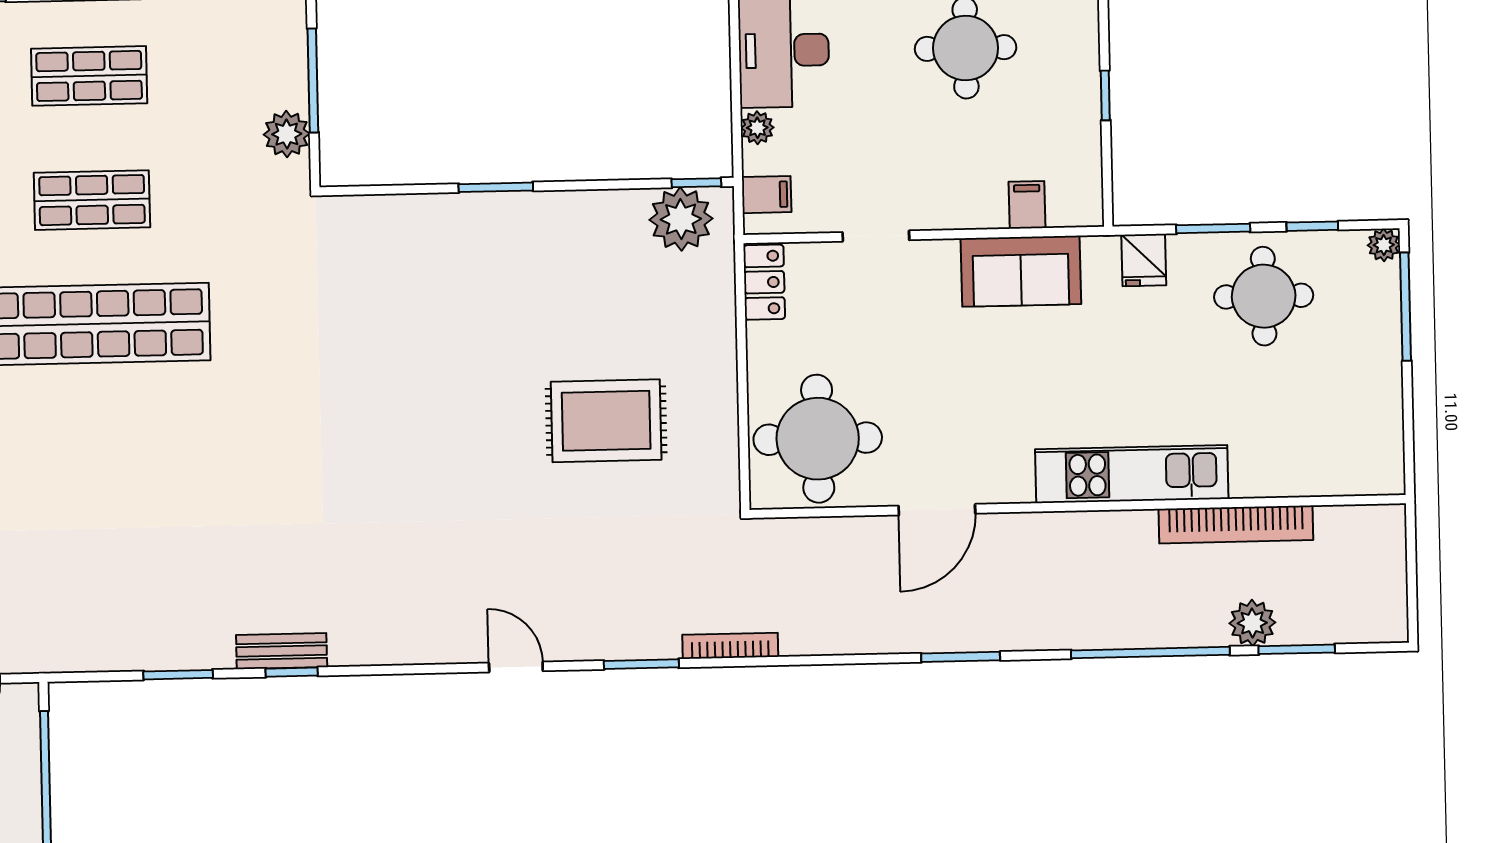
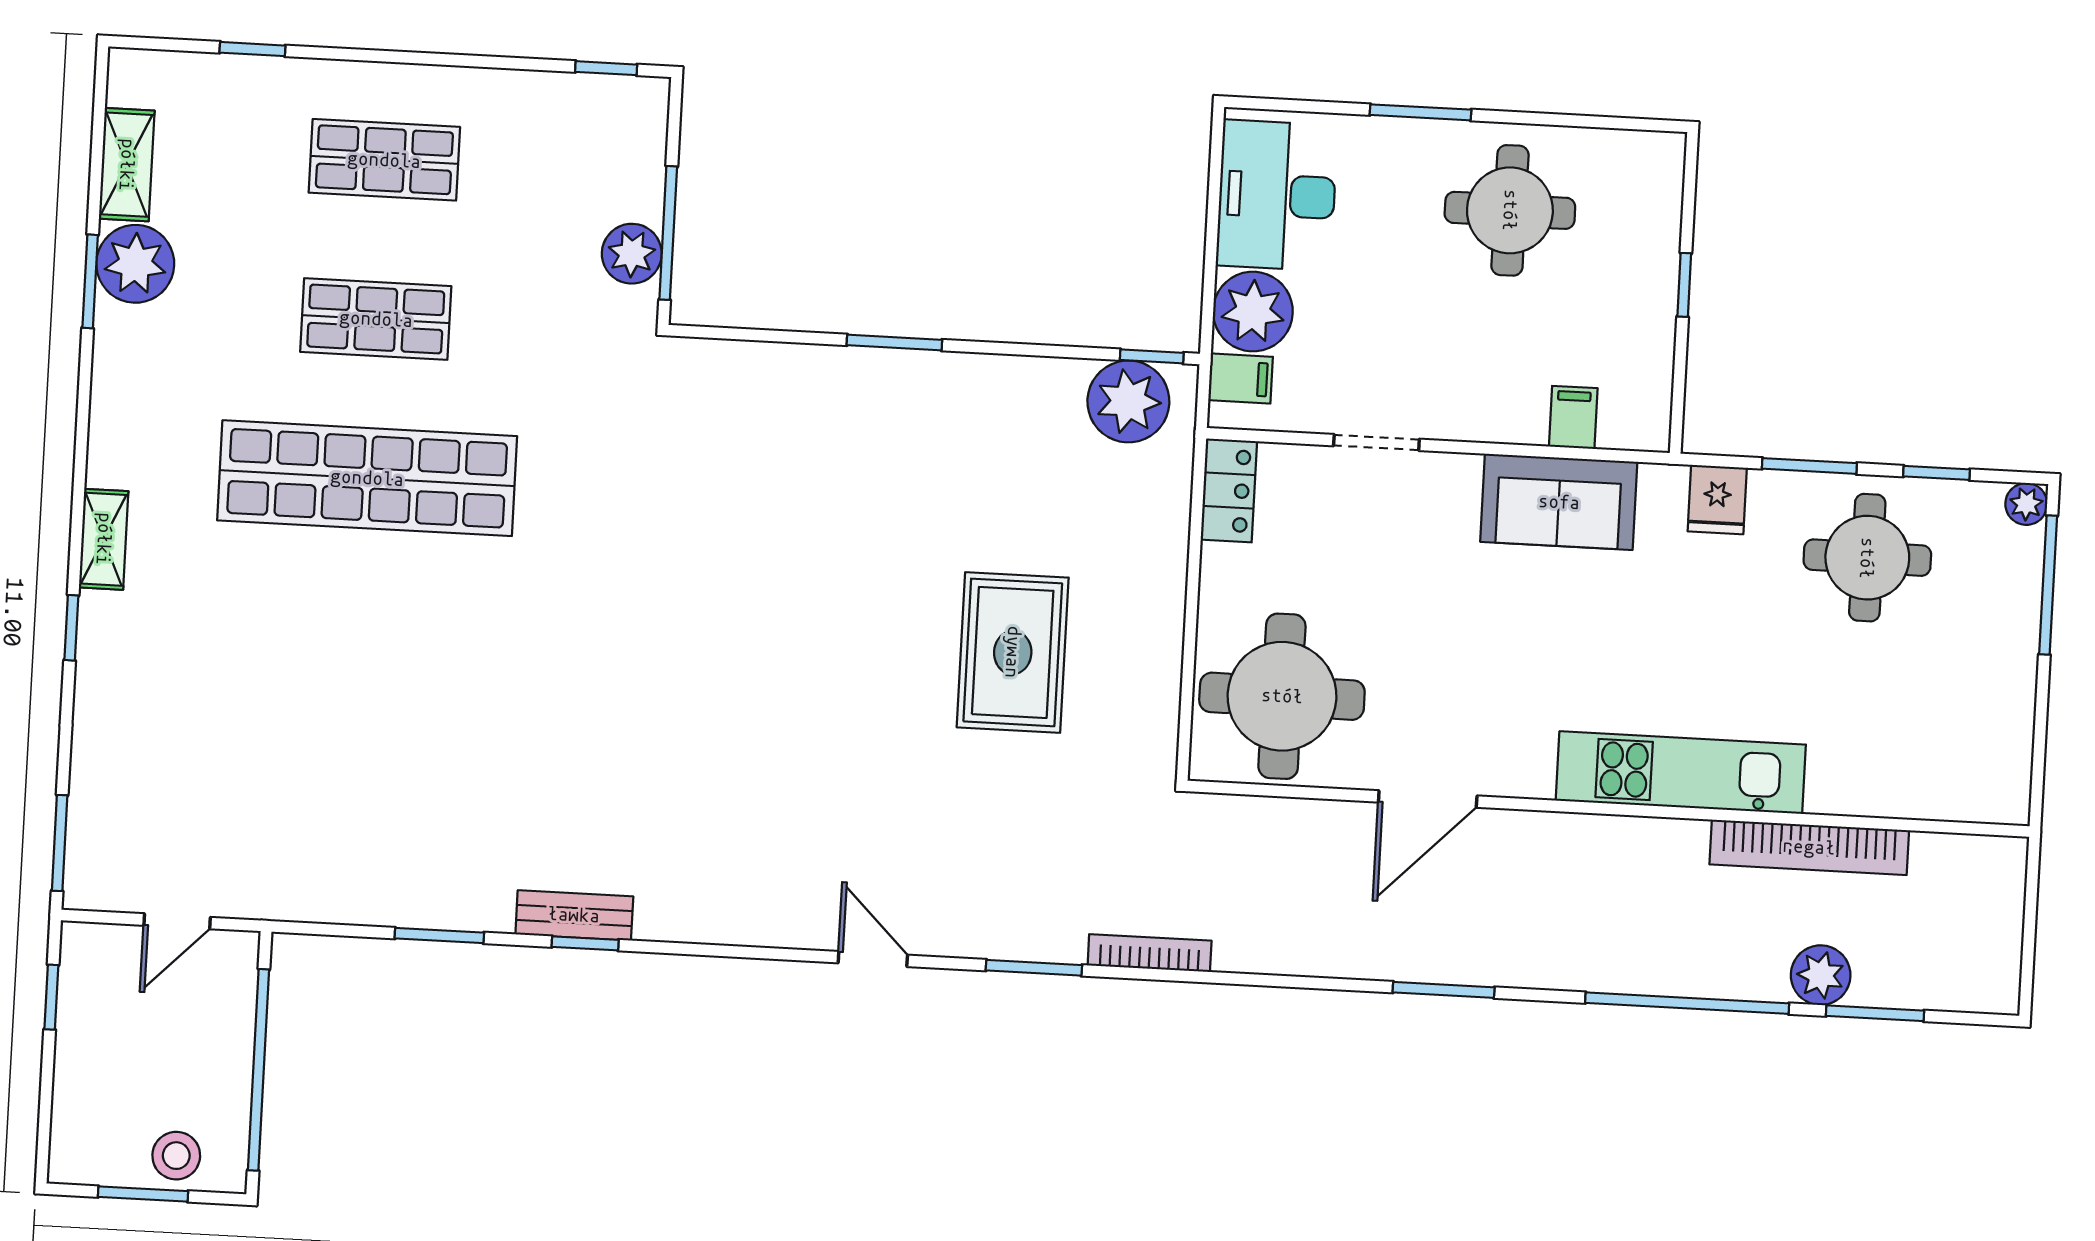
window: (313, 80) -> (668, 233), moved
plant: (757, 128) -> (1253, 312), width x1.88, depth x1.88
rug: (606, 421) -> (1013, 652), turned 90

